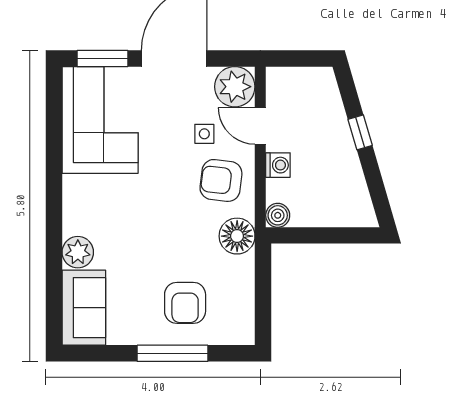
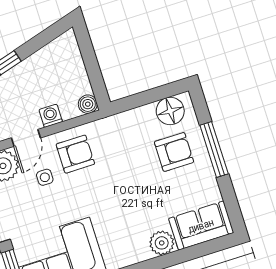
armchair: (221, 180) -> (75, 154), turned -97
floor lamp: (237, 236) -> (170, 111), moved

